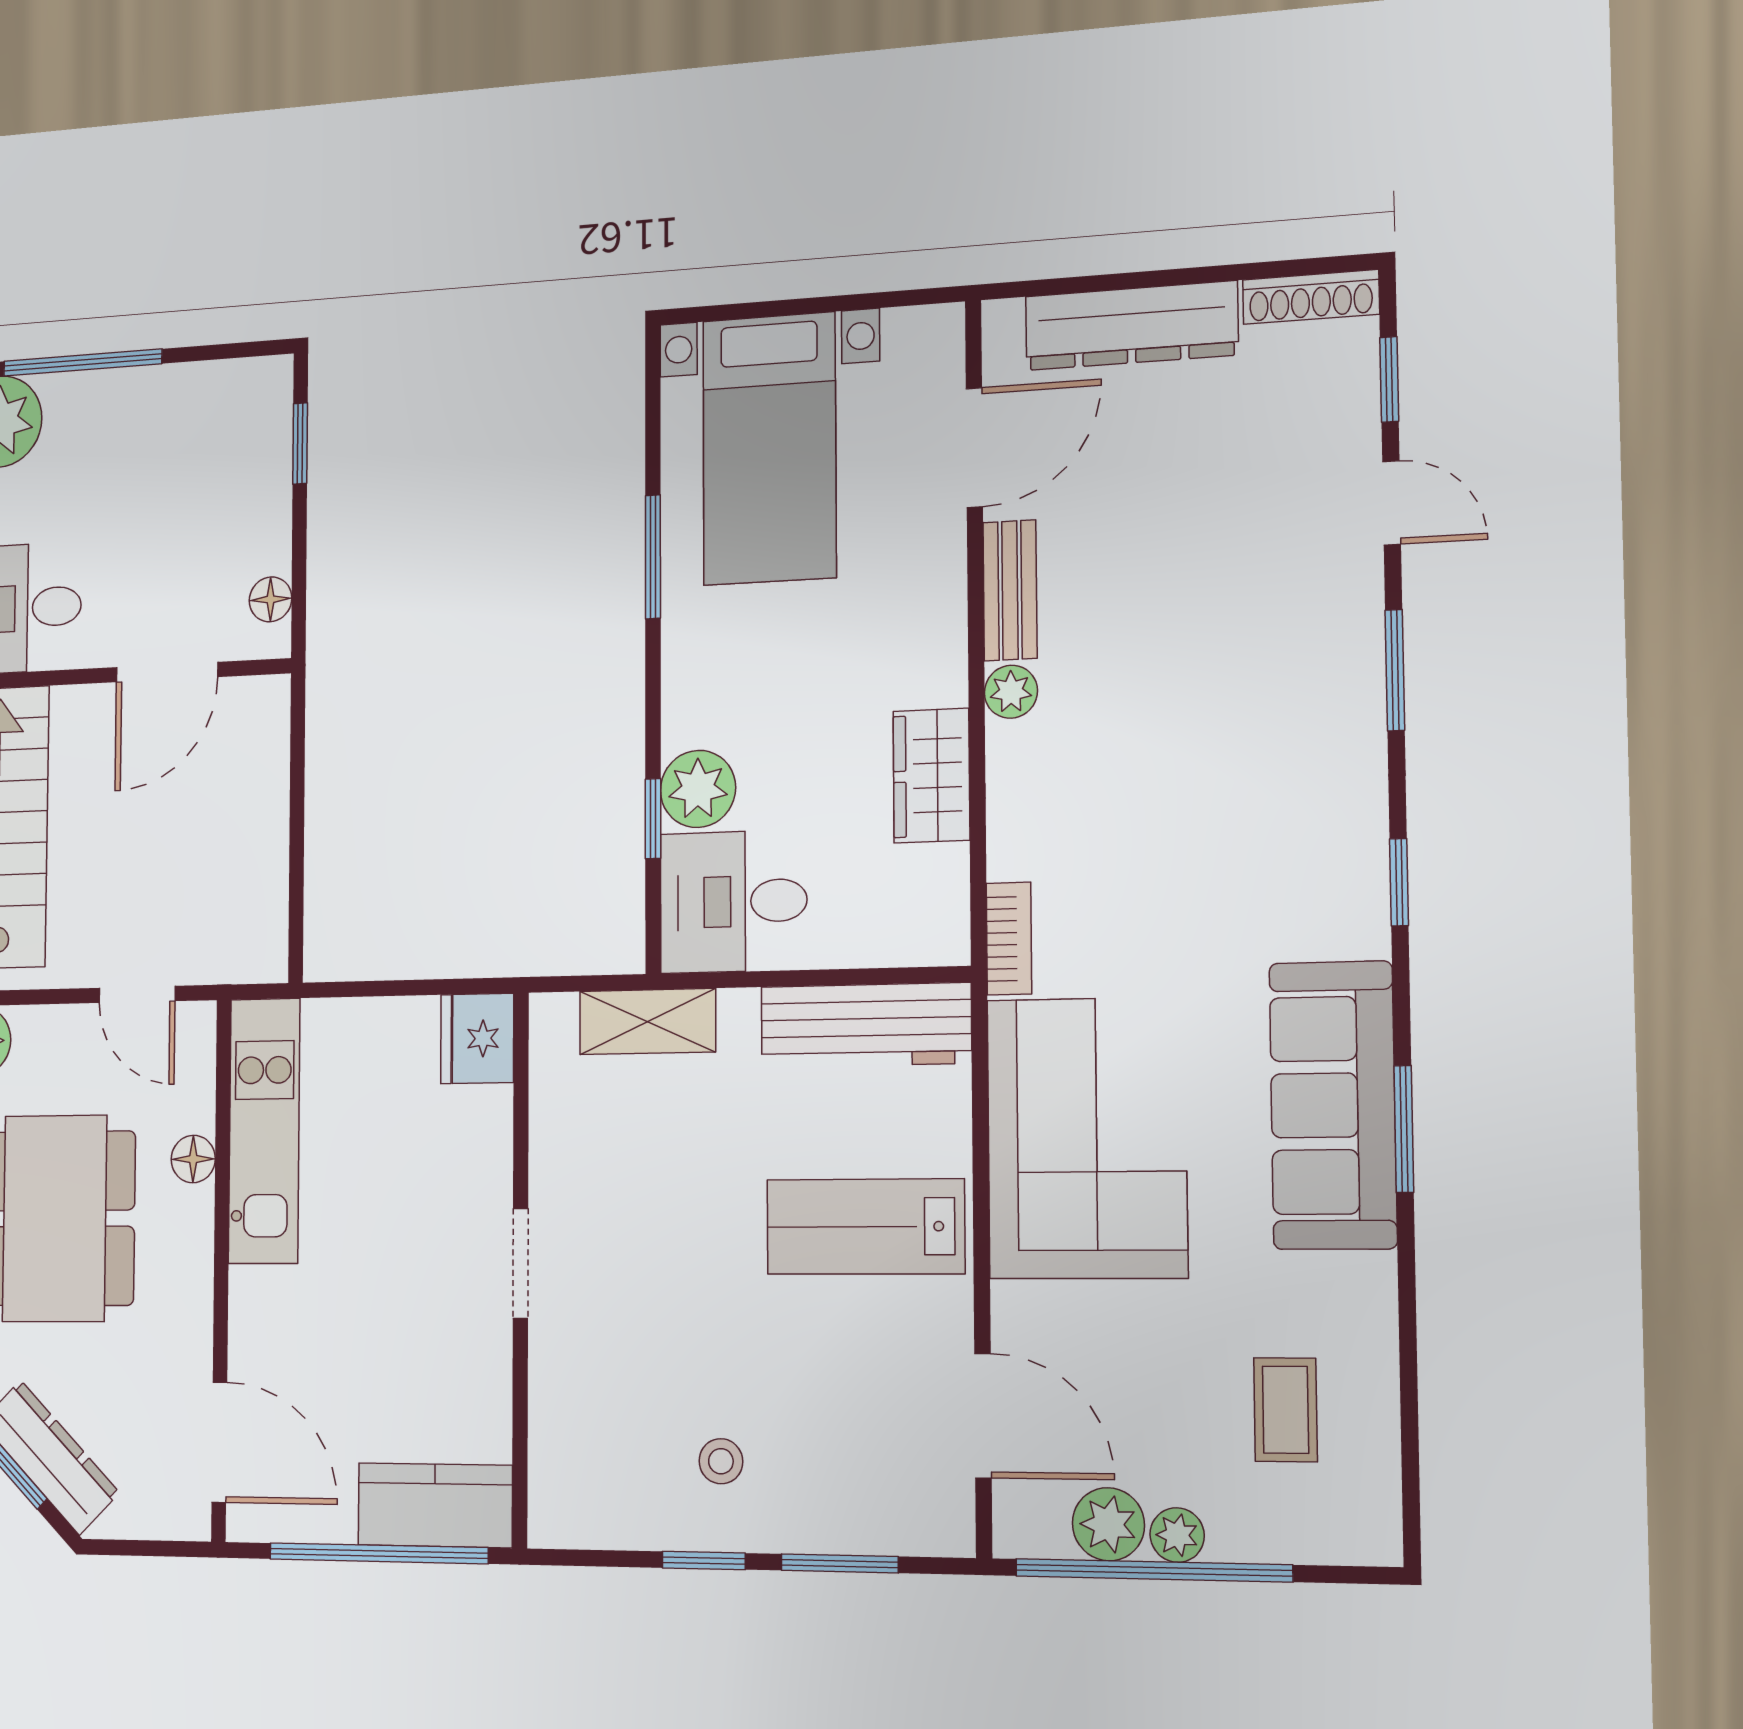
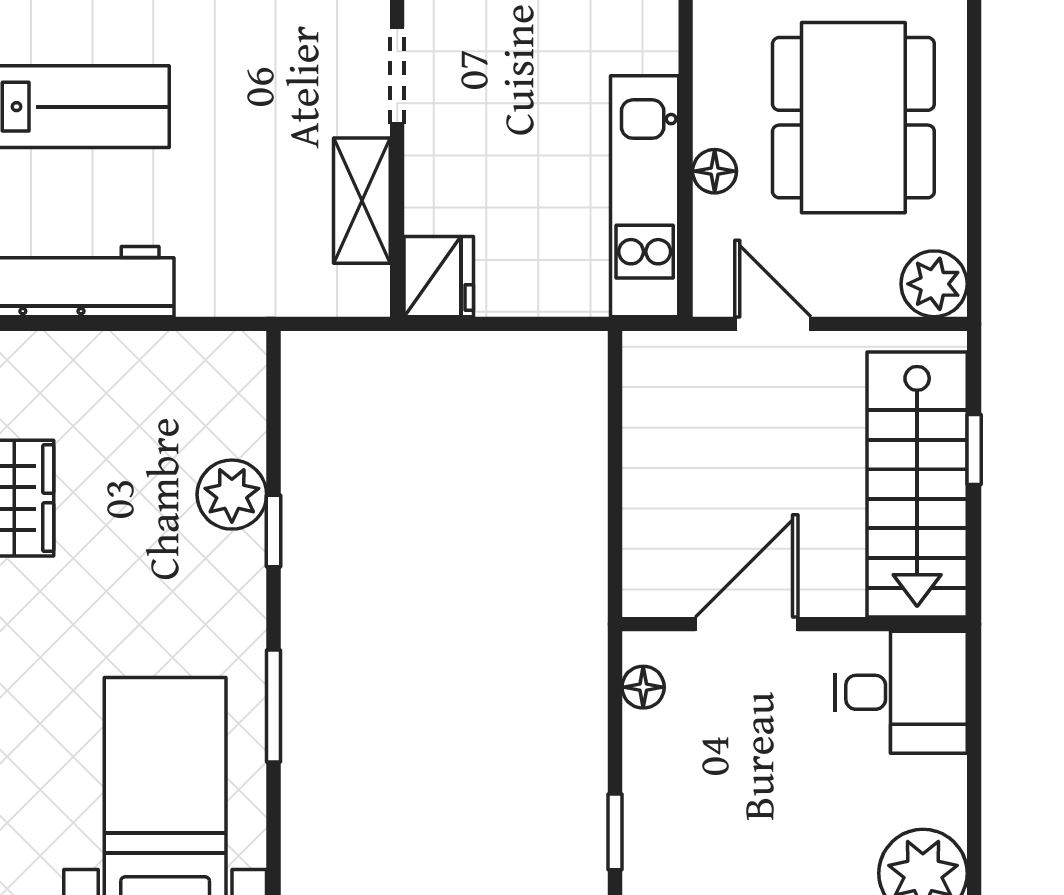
window: (653, 819) -> (274, 531), moved
desk: (733, 902) -> (199, 393), removed
shelving: (648, 1022) -> (362, 201), moved, turned 90

